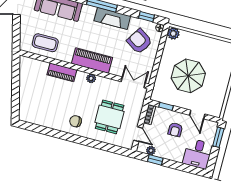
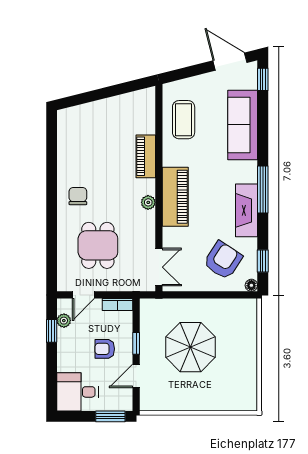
plant: (173, 34) -> (248, 308), removed
window: (166, 106) -> (136, 343), moved
dining table: (110, 117) -> (98, 245), turned 90

